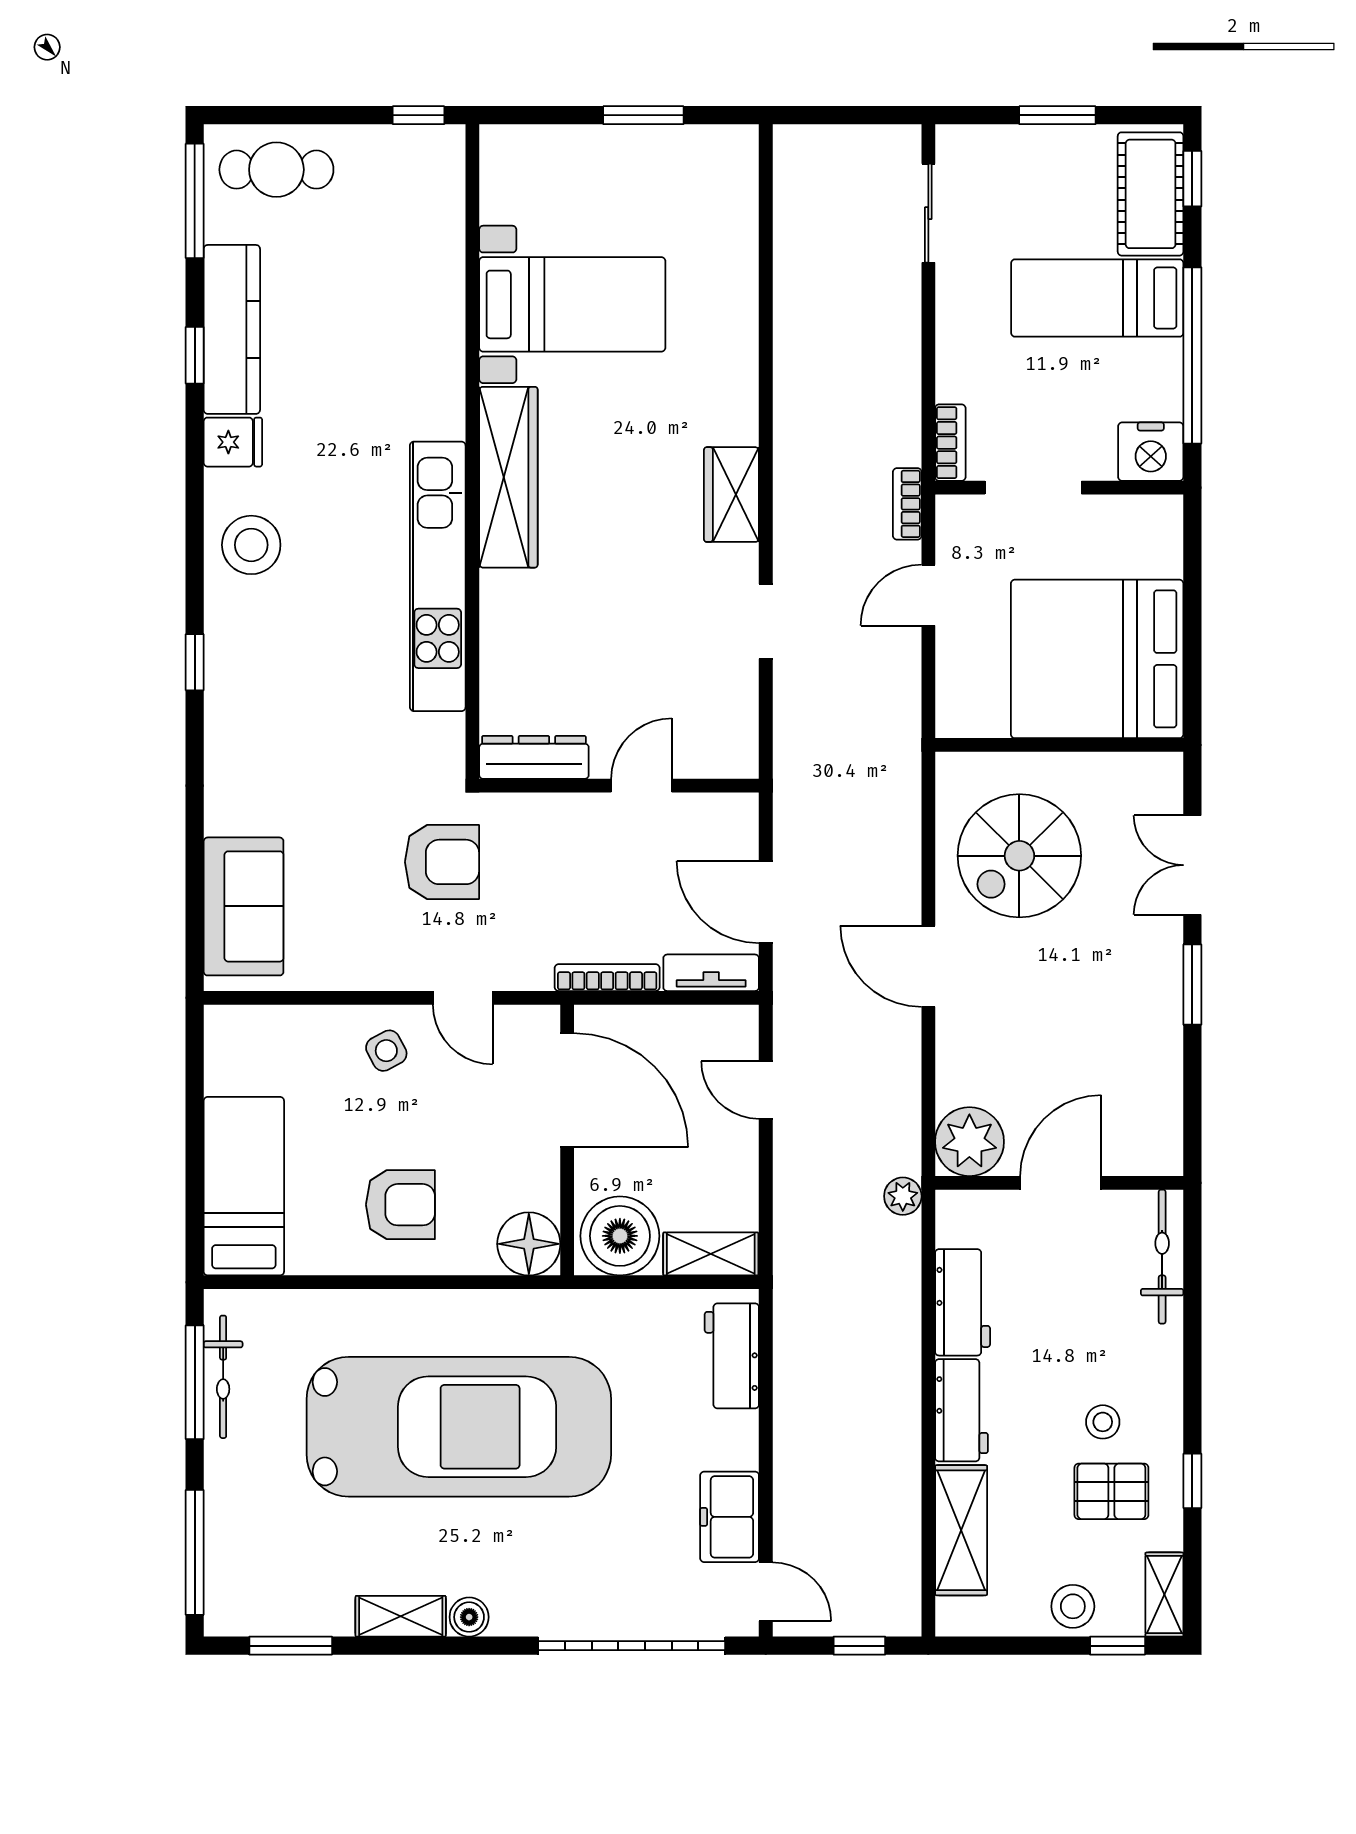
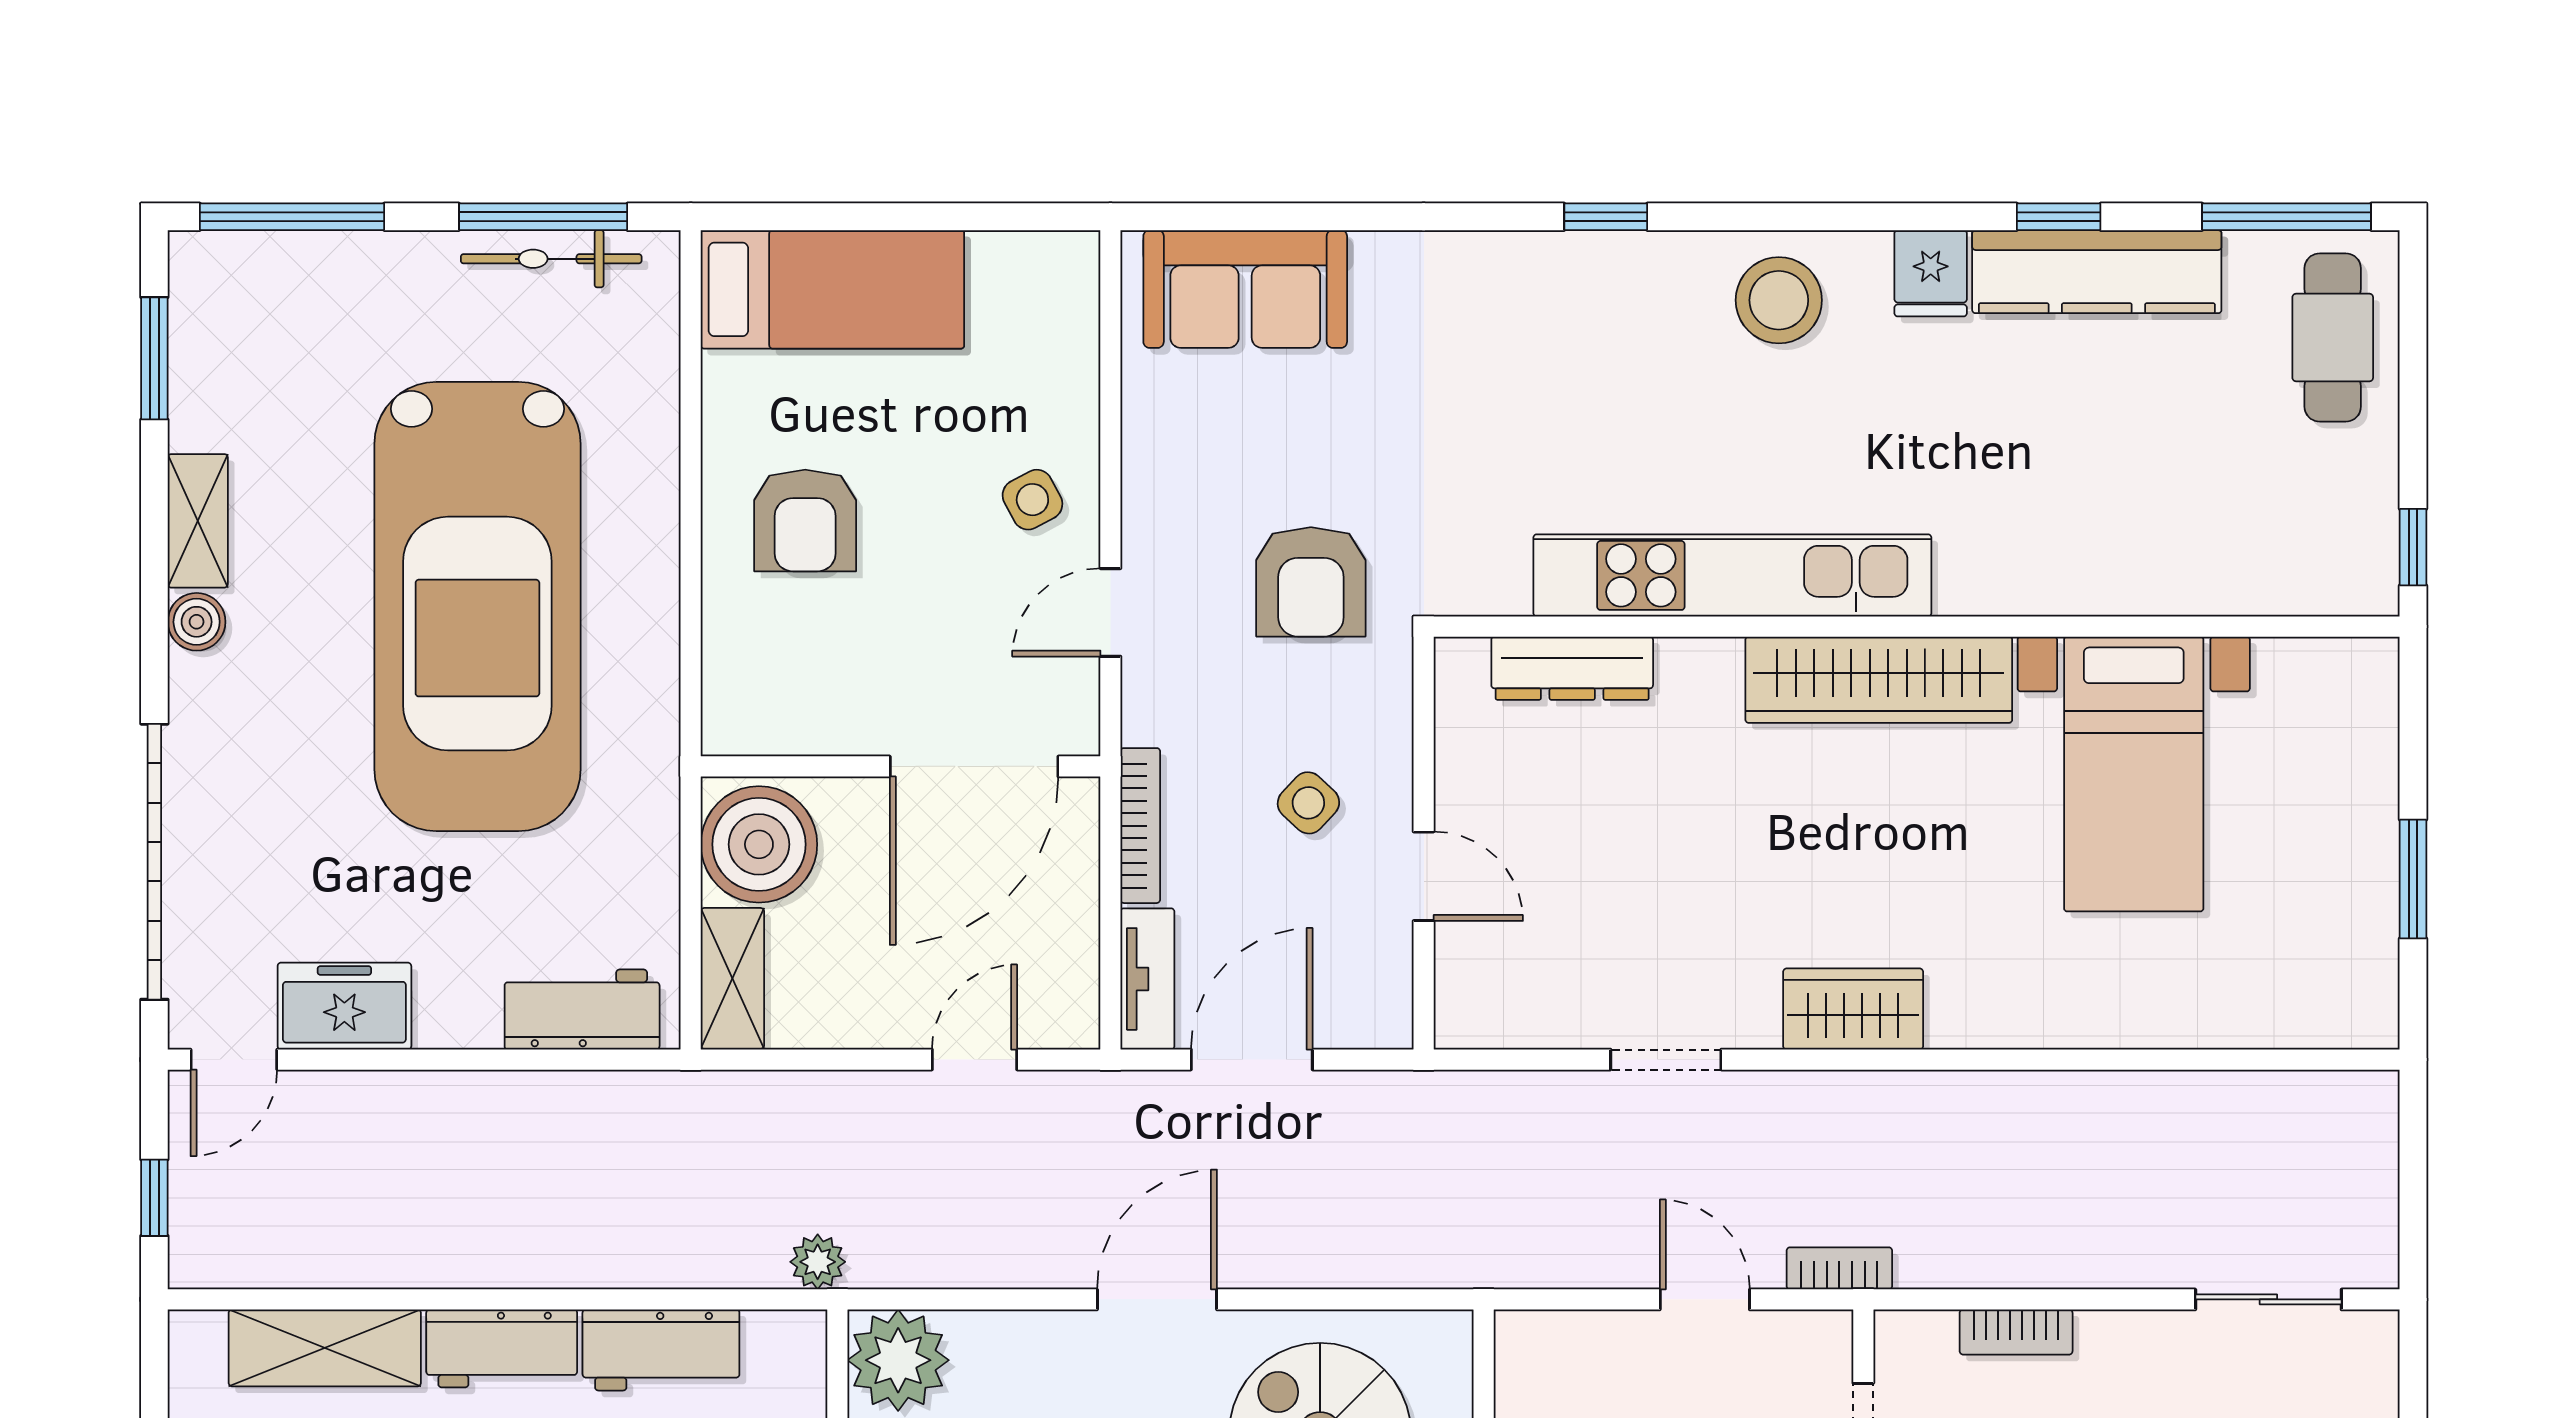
bookcase: (950, 443) -> (2016, 1332), moved
dresser: (534, 757) -> (1572, 668), moved, turned 90
side table: (592, 864) -> (1308, 803), added
floor lamp: (529, 1244) -> (747, 710), removed

